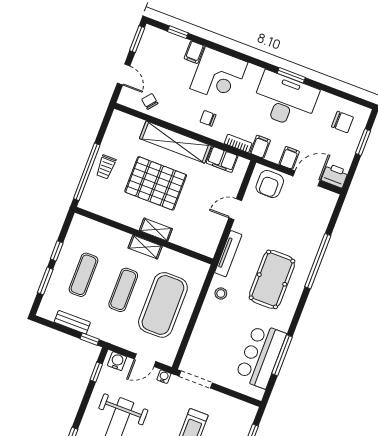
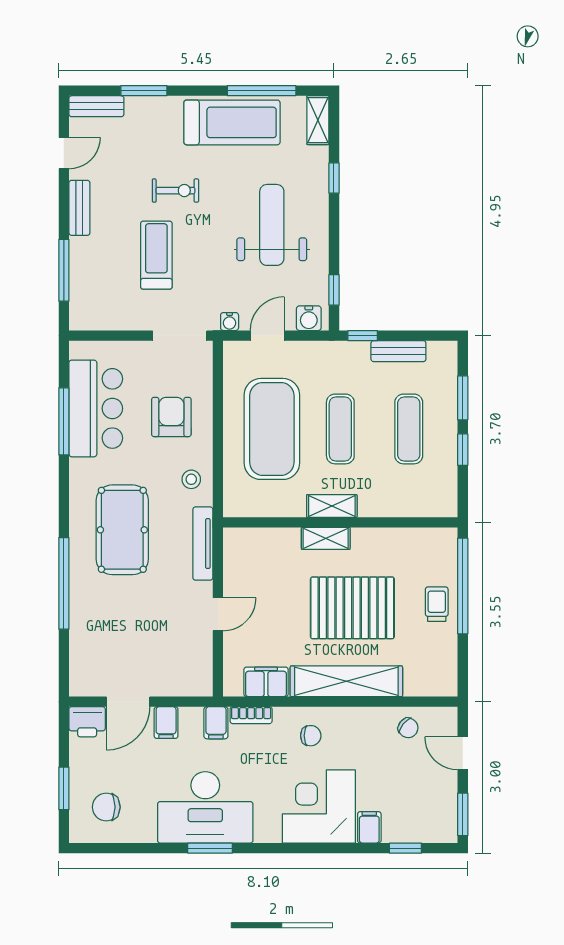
armchair: (270, 184) -> (171, 417), moved

